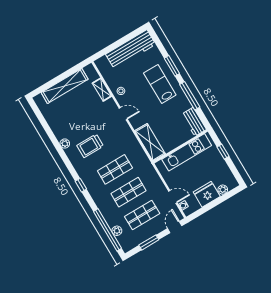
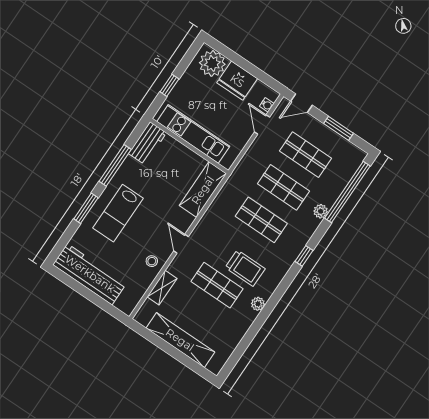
shop shelf: (88, 124) -> (217, 285), added
plant: (223, 190) -> (212, 63), width x1.88, depth x1.88
plant: (117, 231) -> (321, 211), moved

